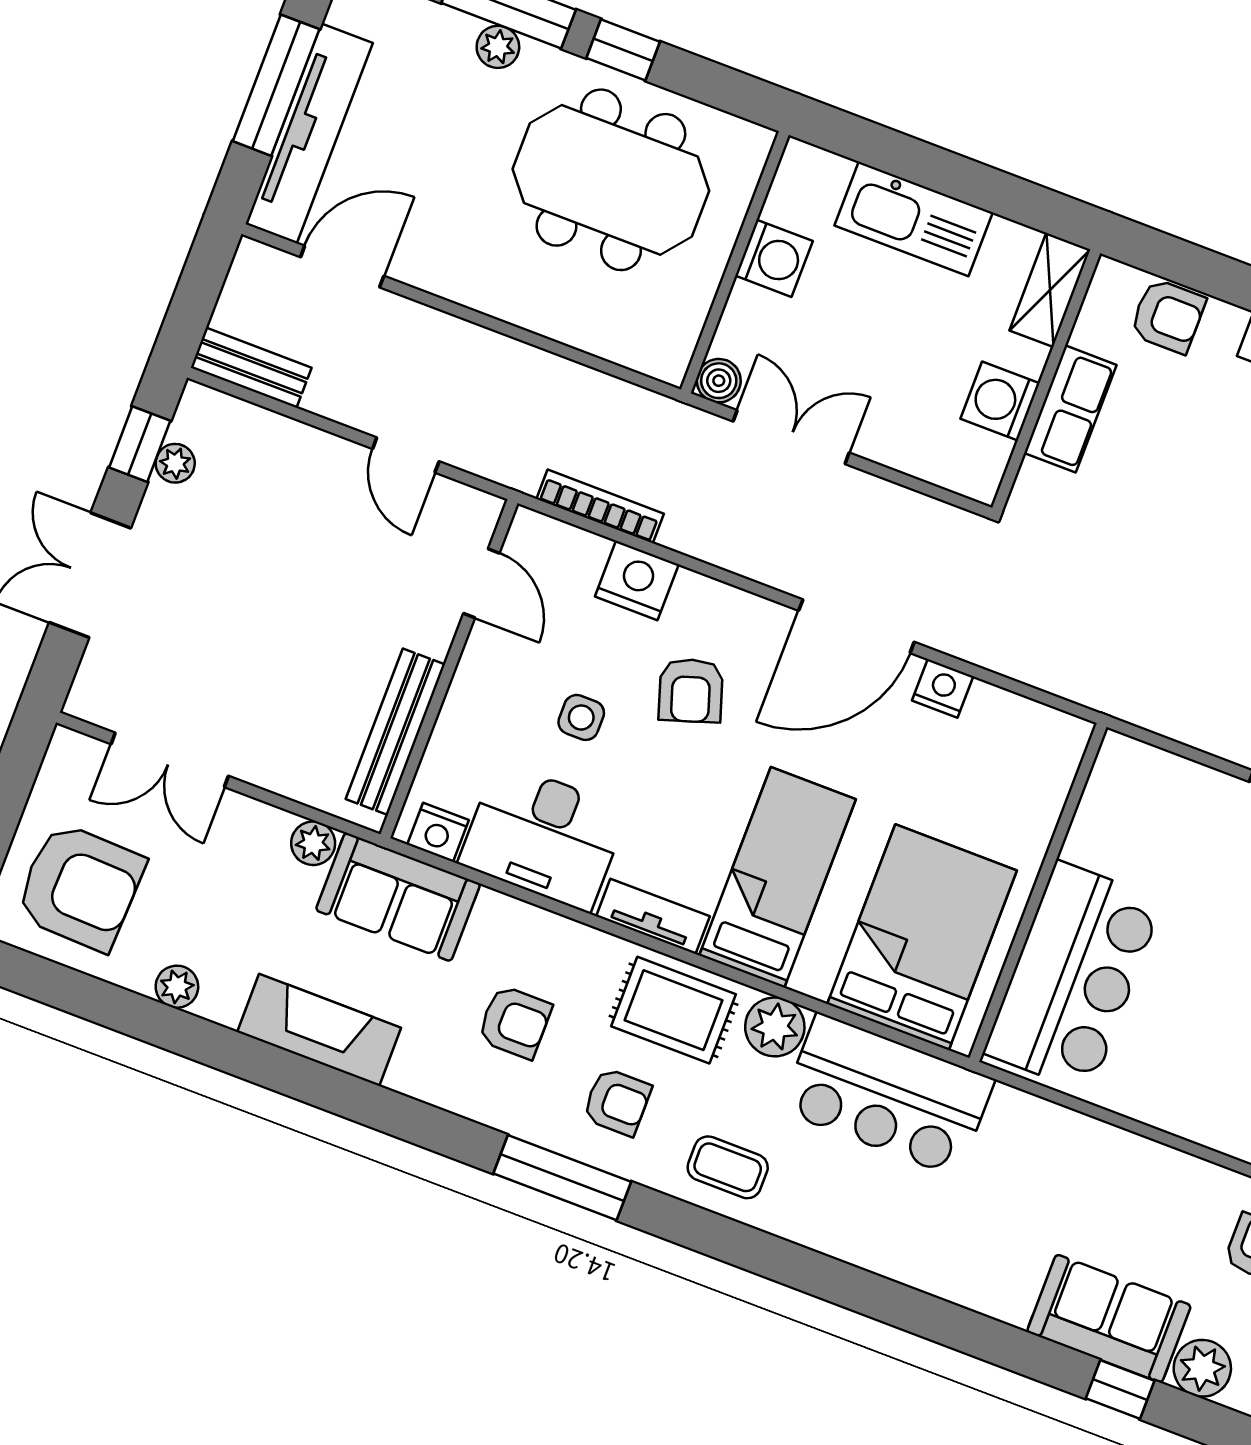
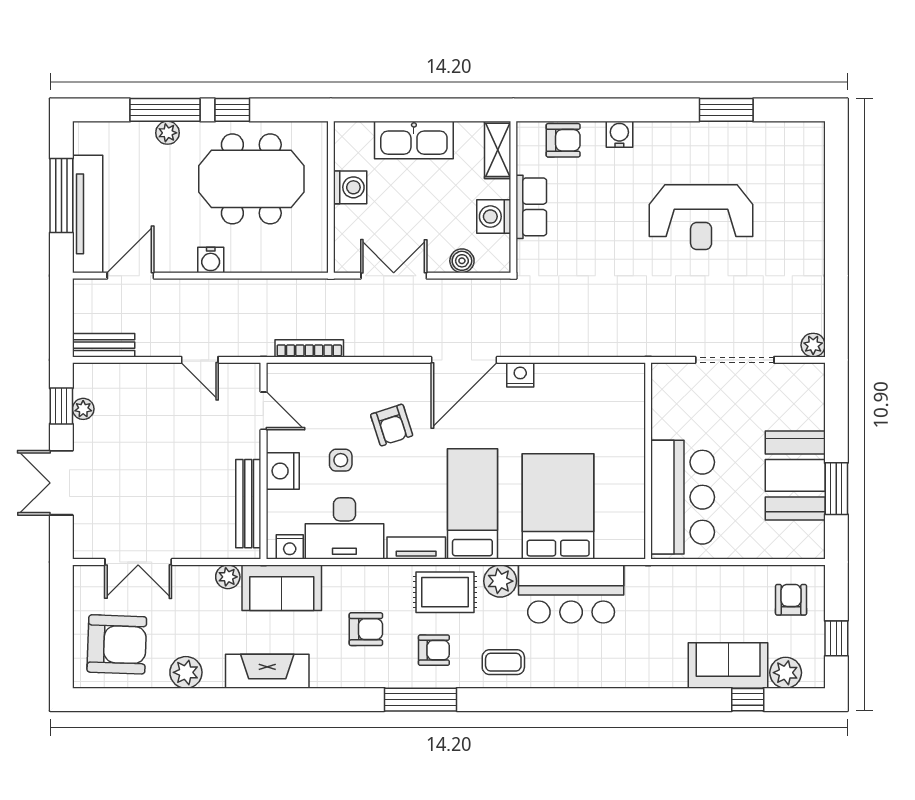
water cooler: (489, 292) -> (211, 260), added
boiler: (719, 381) -> (462, 261), moved
nightstand: (637, 580) -> (283, 471), moved, turned -90
wall: (1038, 892) -> (648, 461), moved
bar counter: (1073, 977) -> (683, 497), moved
plant: (177, 987) -> (186, 672), width x1.38, depth x1.38

